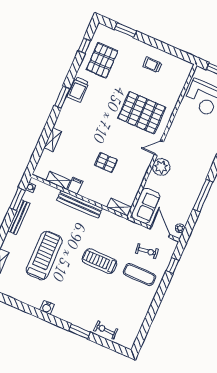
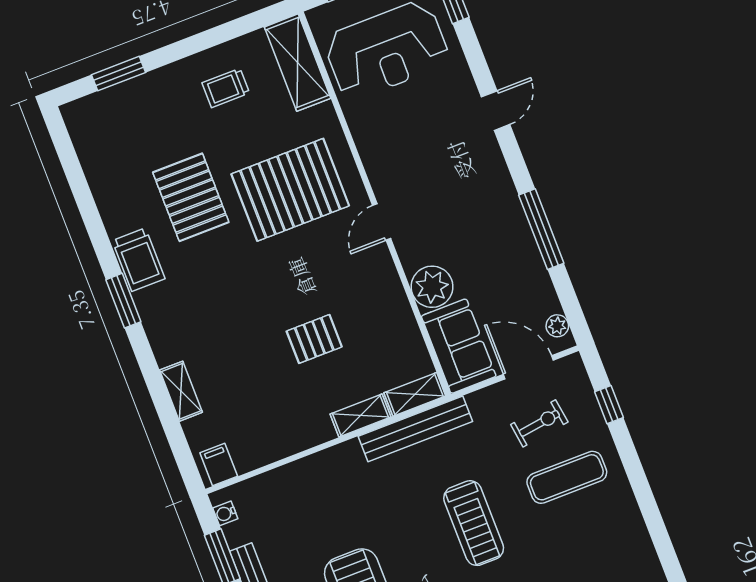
window: (84, 46) -> (74, 172), removed
pallet: (102, 60) -> (191, 197), moved
shelving: (180, 78) -> (298, 63), added
plant: (161, 167) -> (432, 287), moved
shelving: (58, 181) -> (361, 415), moved
filing cabinet: (75, 186) -> (219, 465), moved
bench: (80, 204) -> (415, 429), moved
treadmill: (100, 261) -> (474, 523), turned -90

